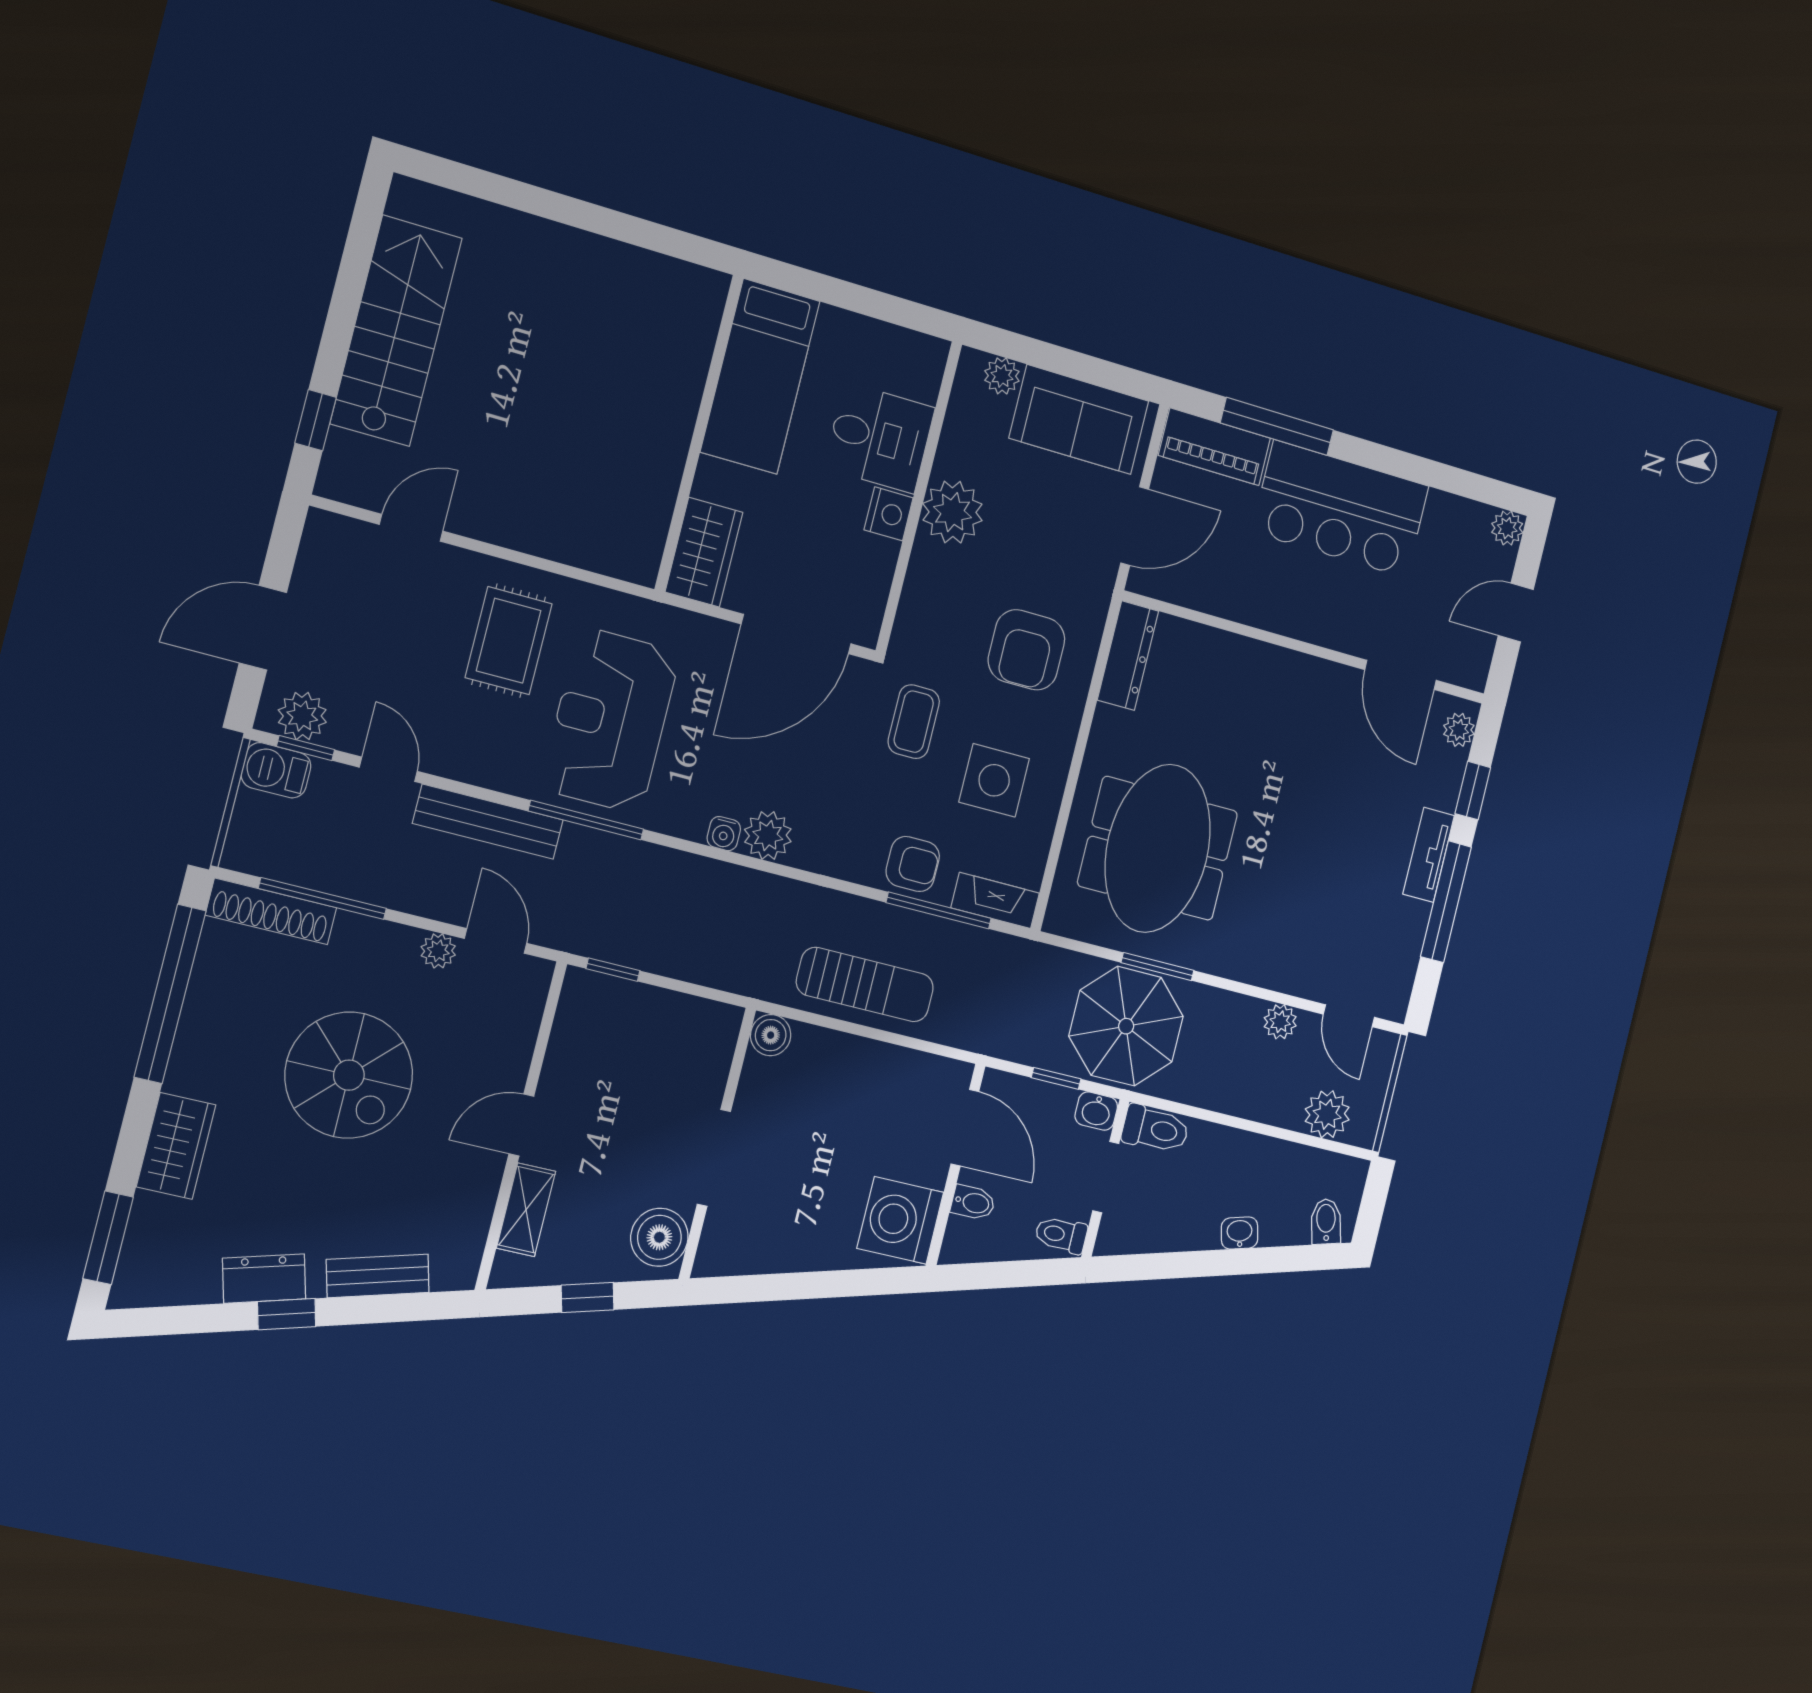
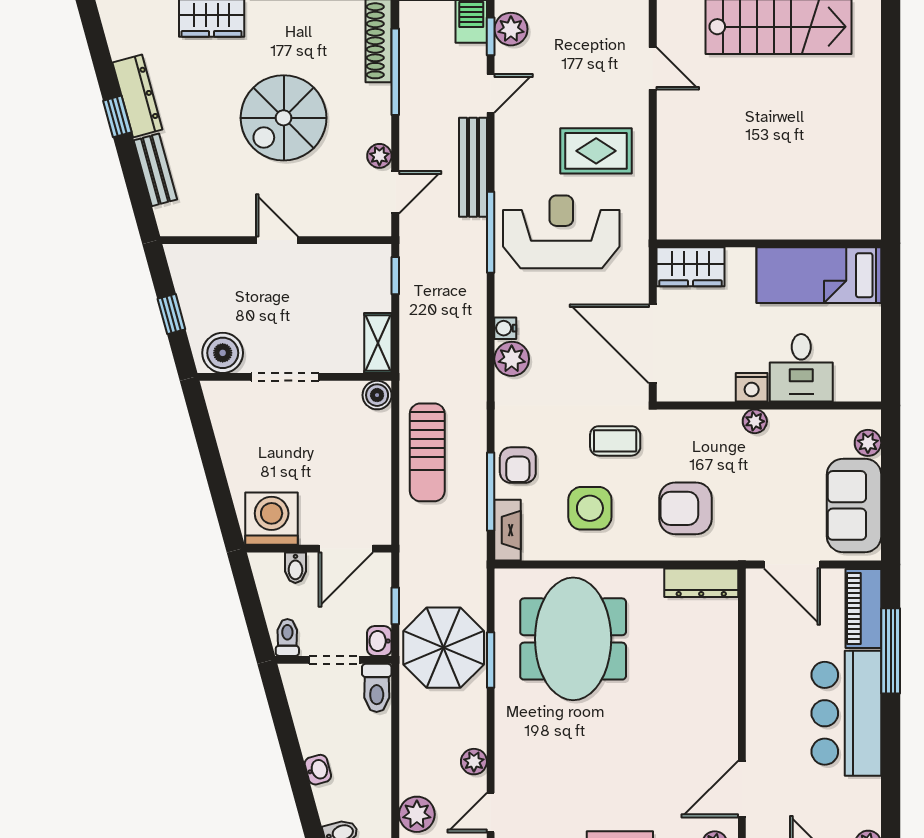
plant: (953, 512) -> (755, 421), width x0.53, depth x0.53
meeting table: (1158, 848) -> (573, 639), turned 90
shelving: (526, 1210) -> (378, 343), moved, turned 90
dresser: (264, 1279) -> (137, 96), width x1.44

